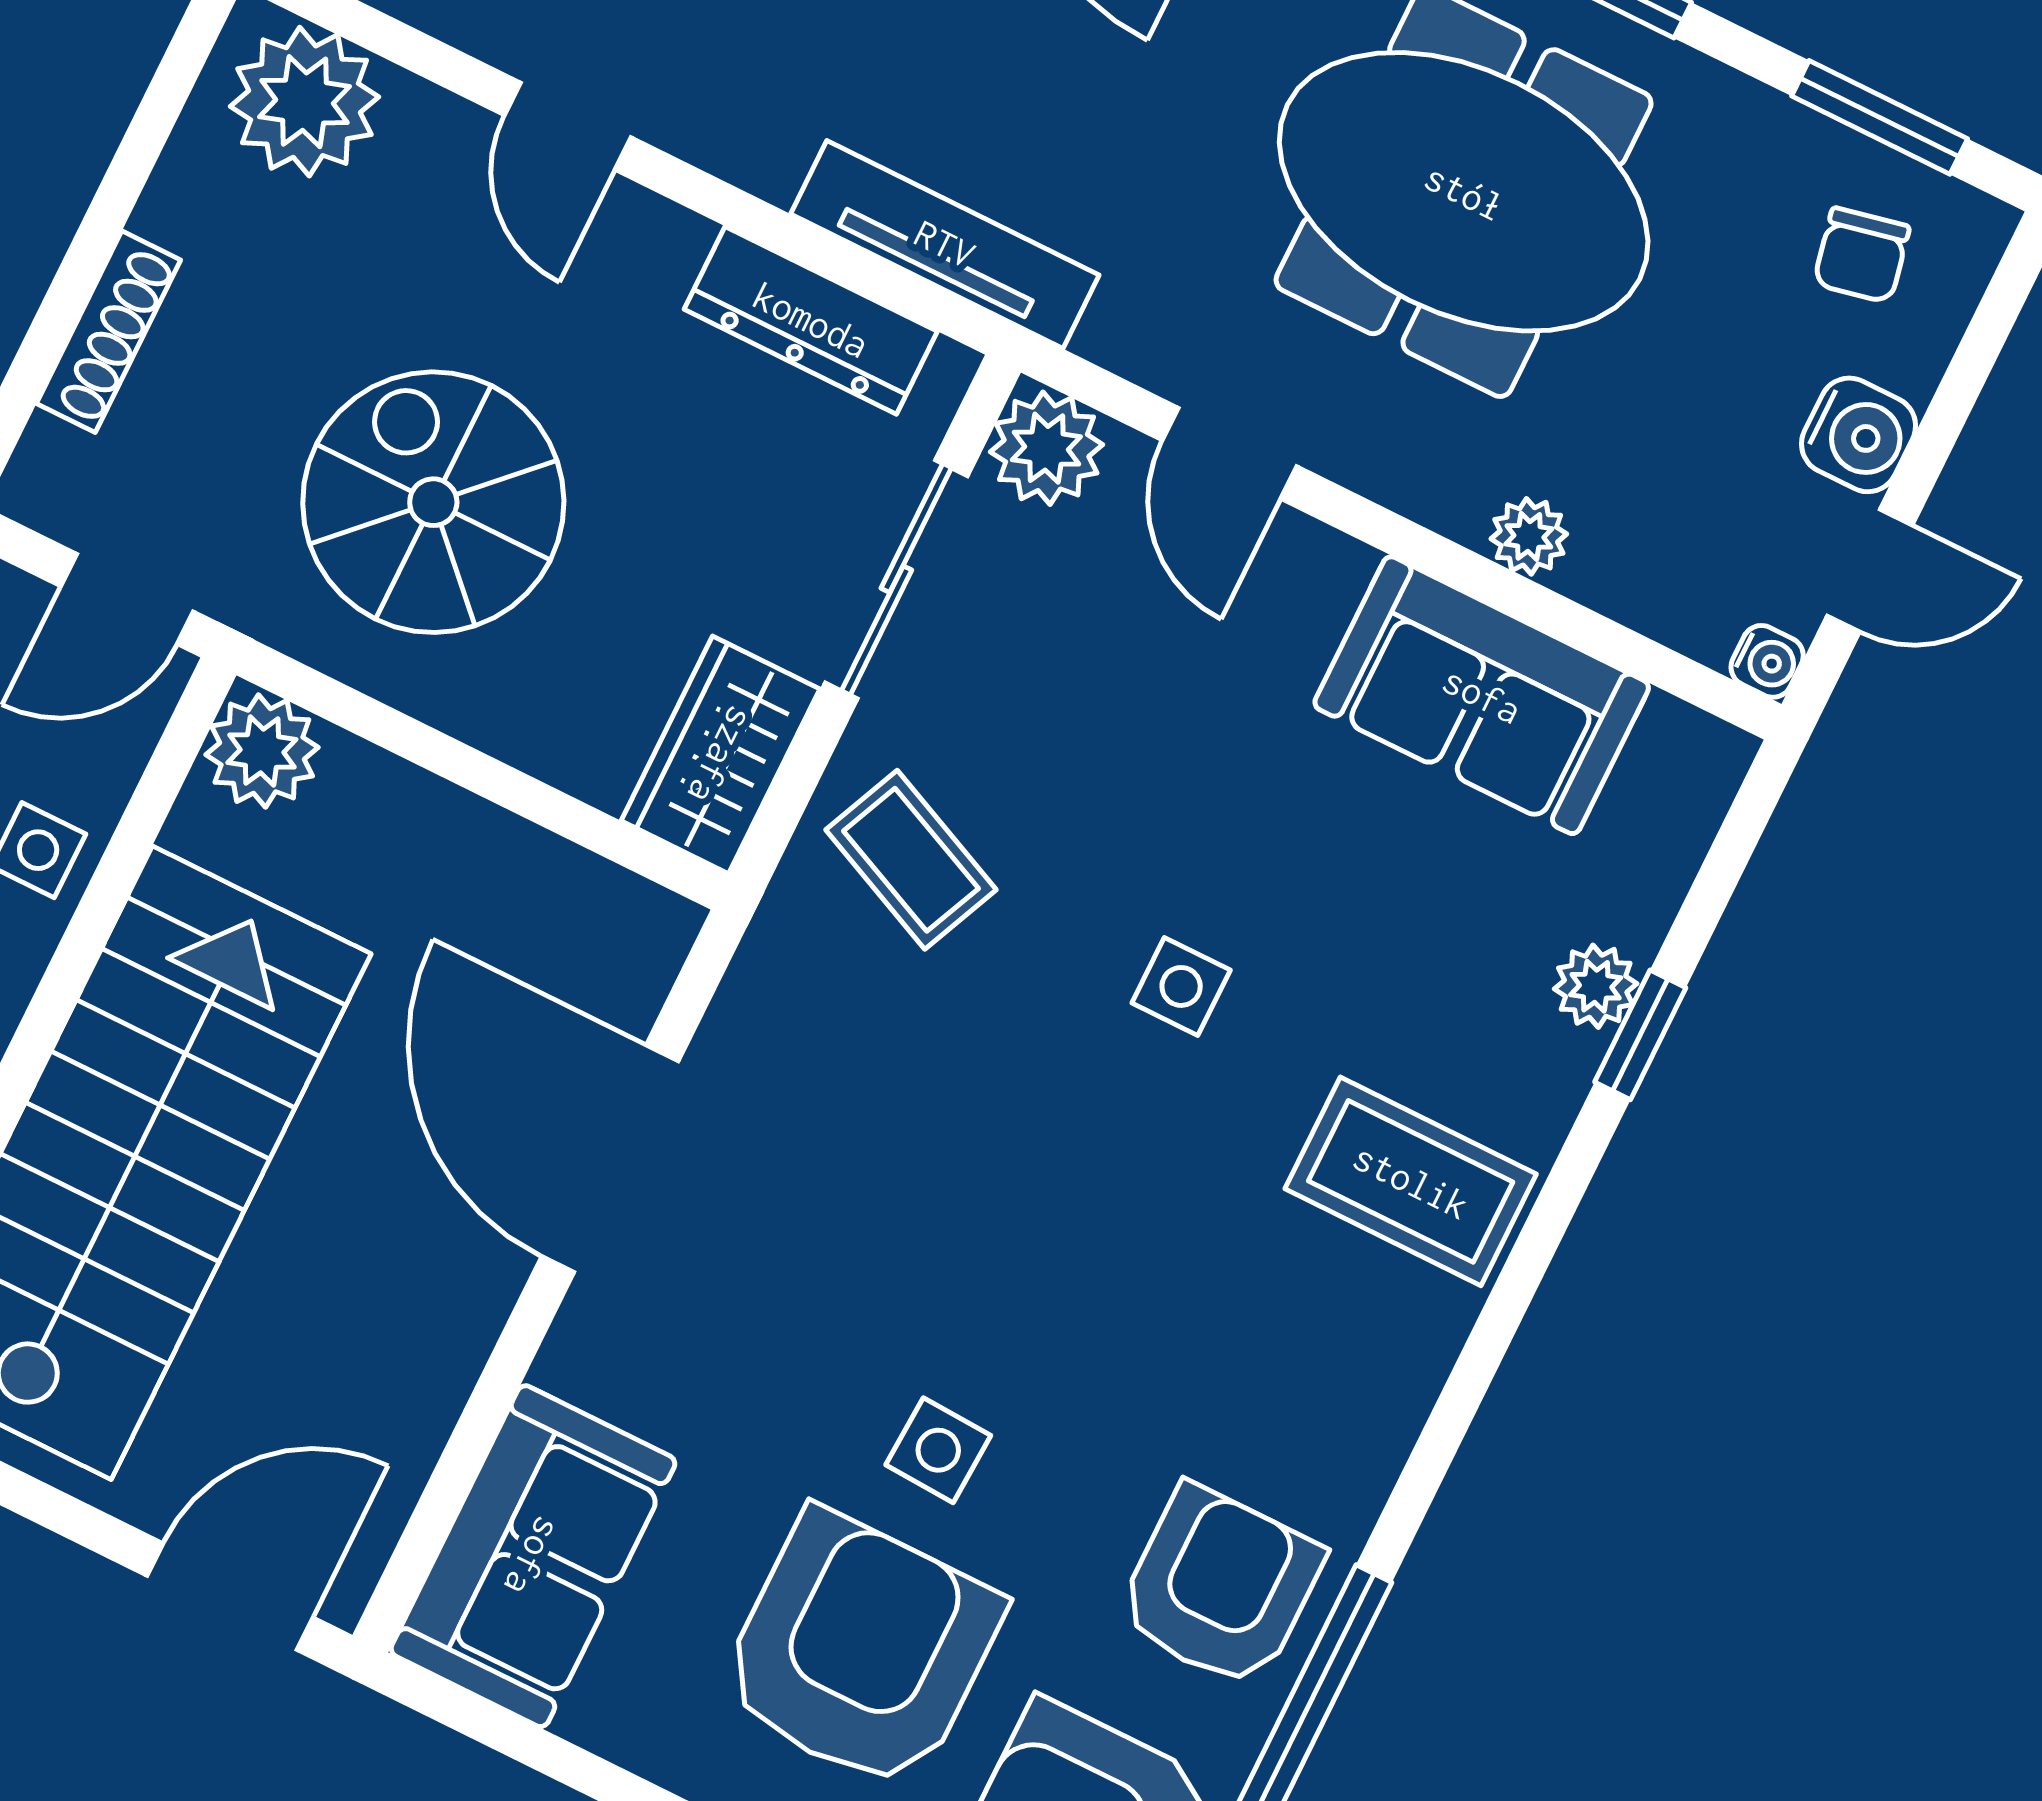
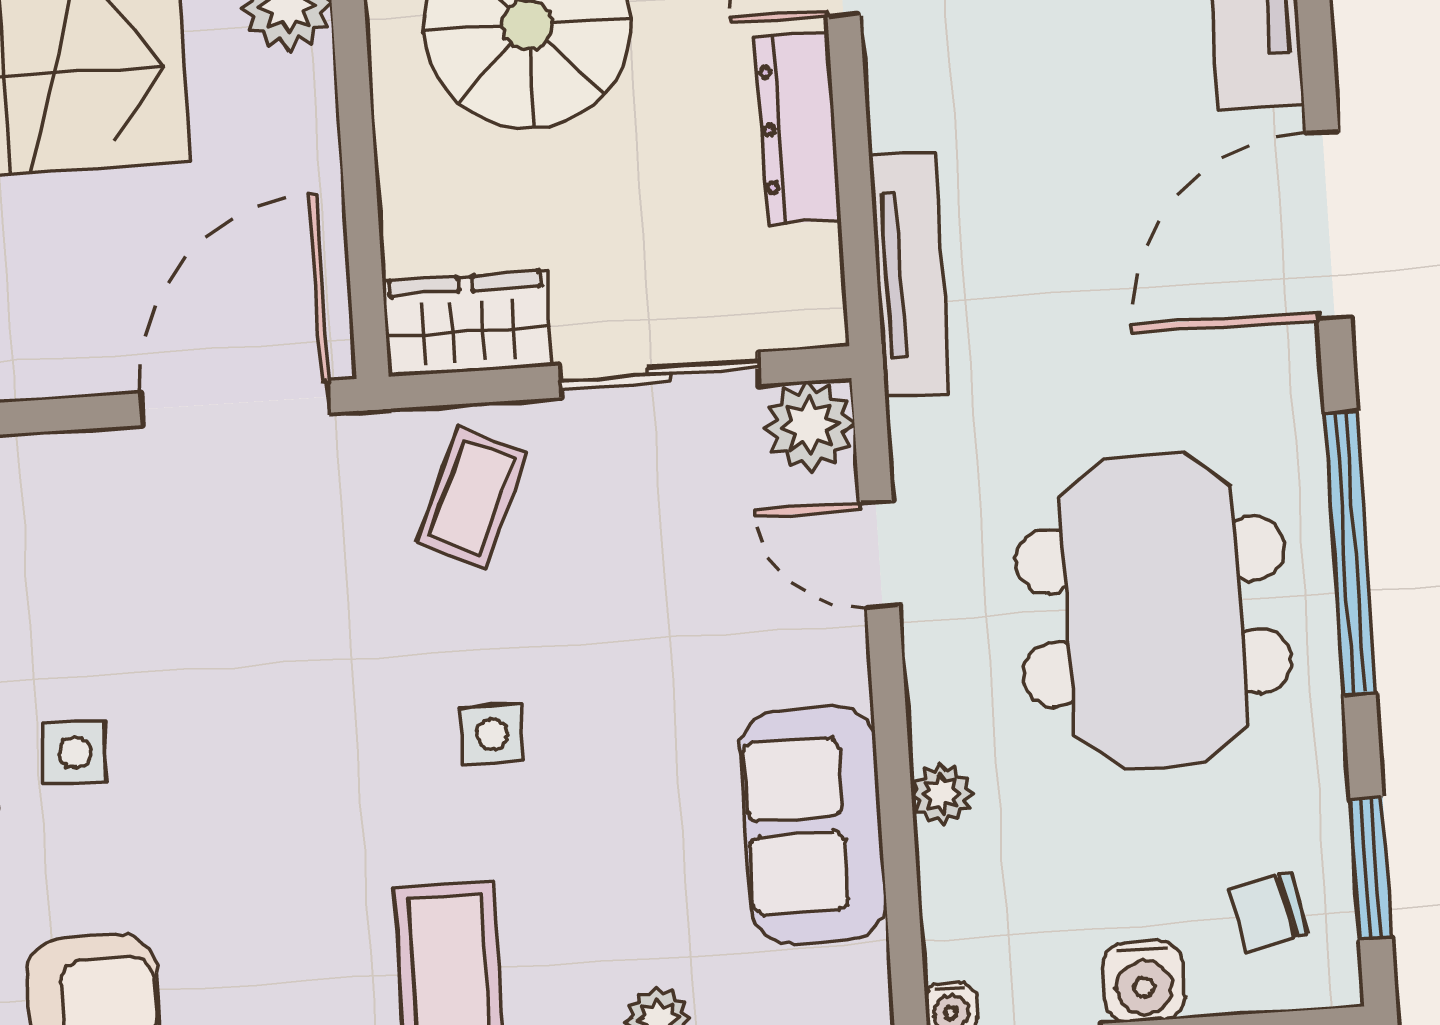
dresser: (811, 320) -> (798, 128), moved
door: (1229, 453) -> (879, 554), hinge flipped
door: (610, 1159) -> (235, 403), moved

